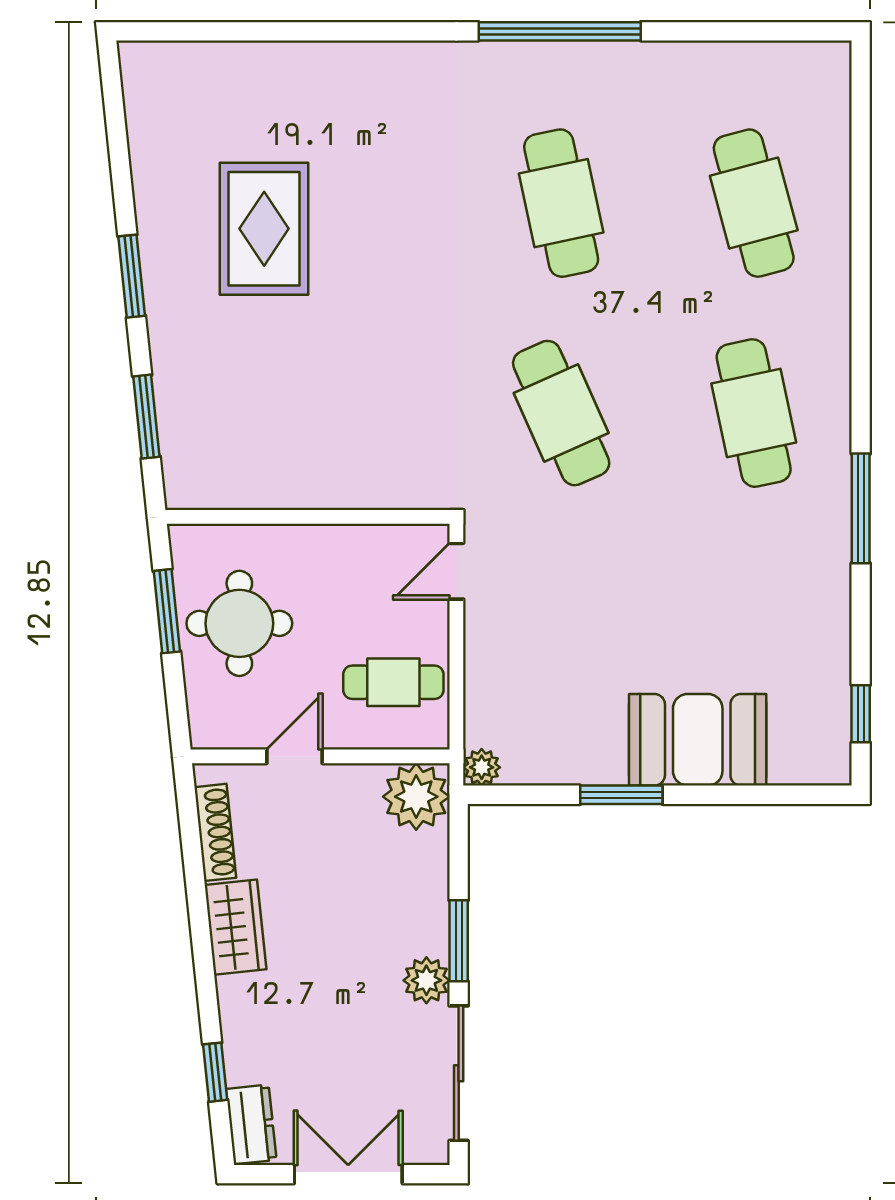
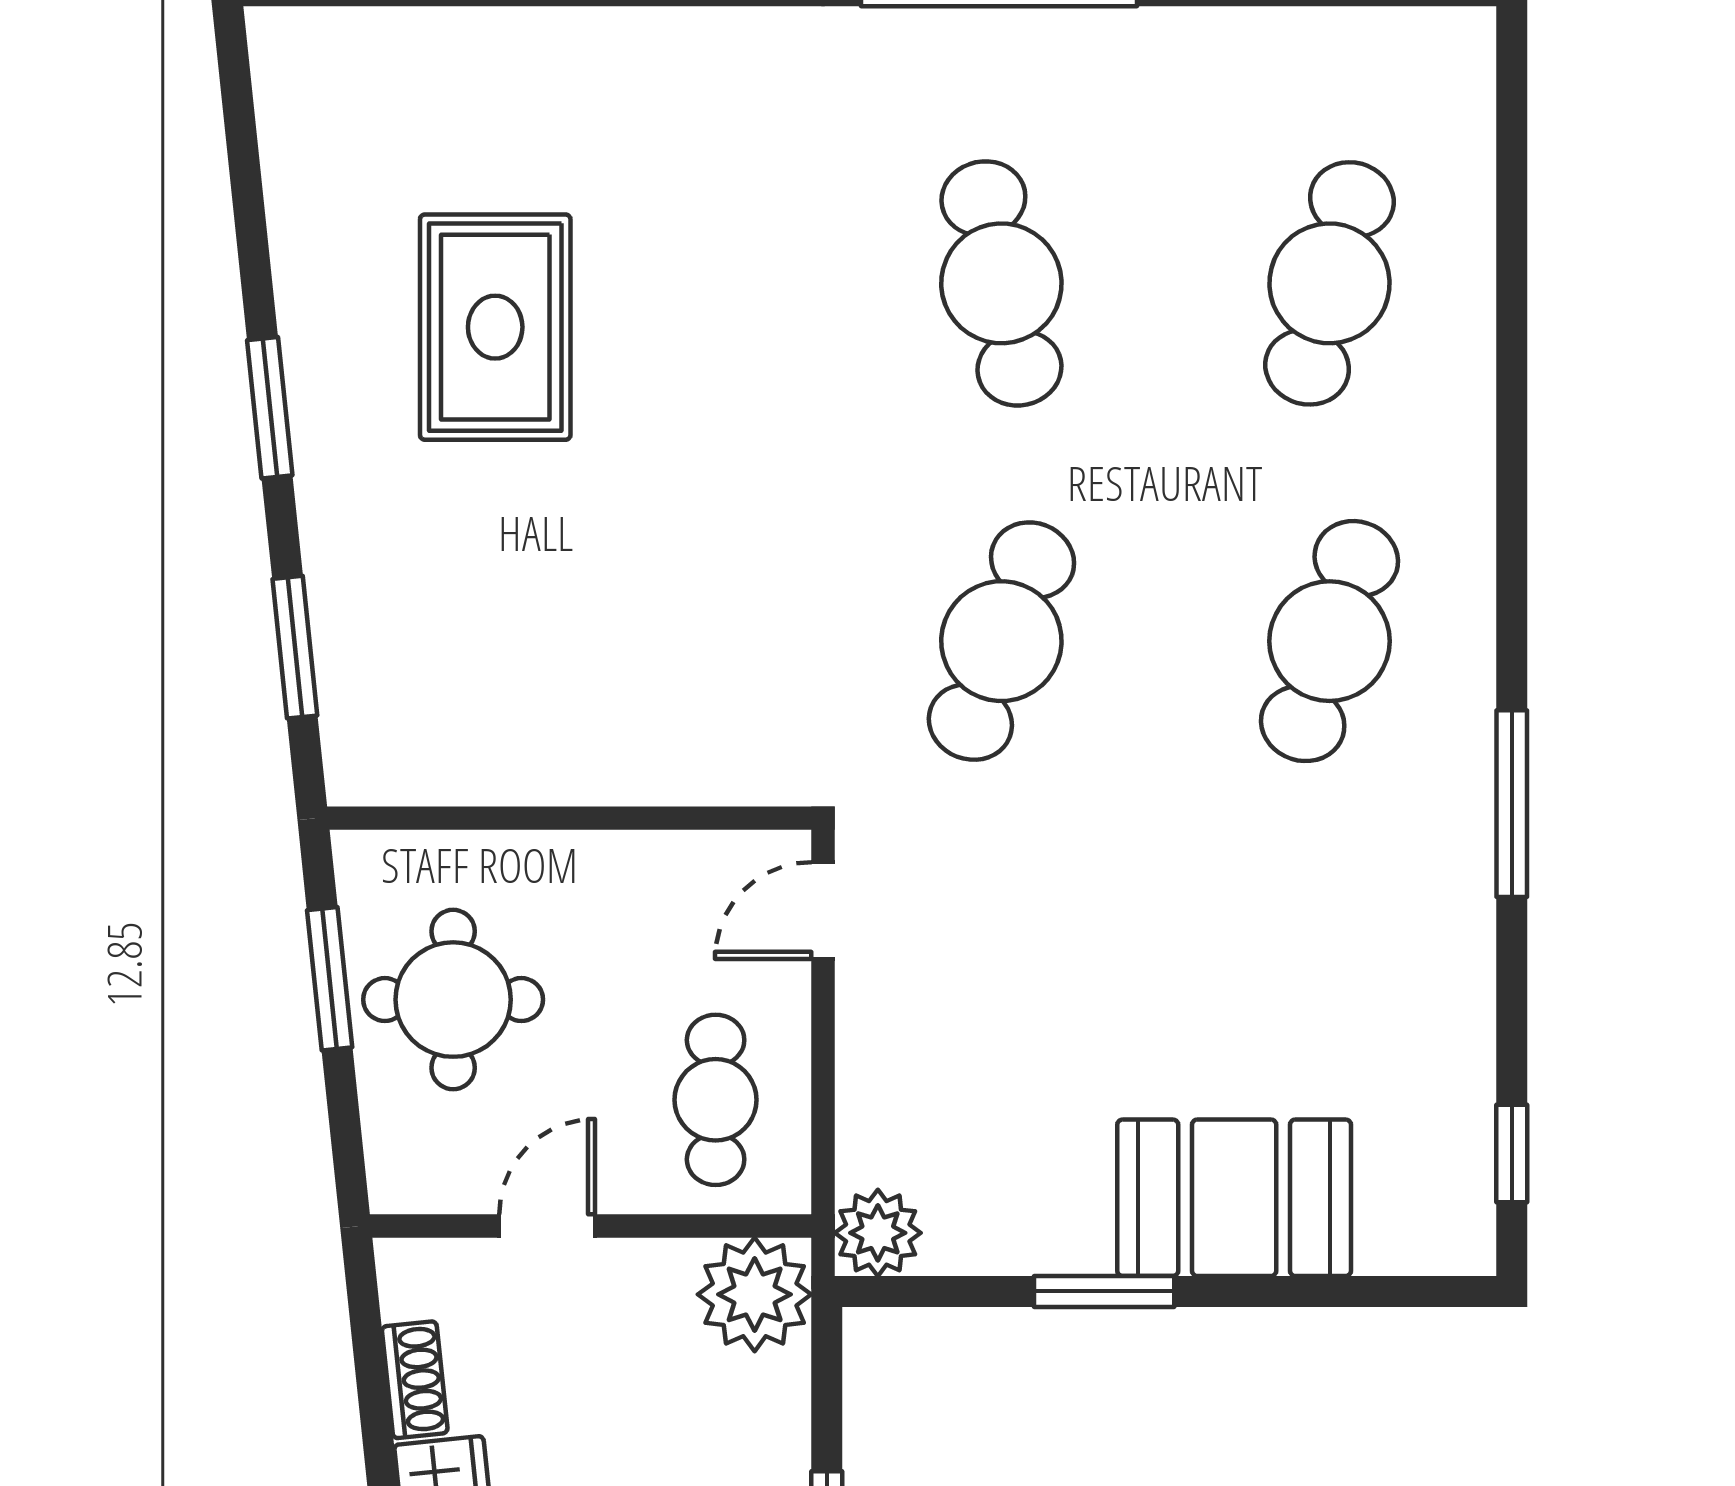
cafe table: (754, 203) -> (1329, 283), turned 30
cafe table: (561, 413) -> (1001, 641), turned 45
cafe table: (754, 413) -> (1329, 641), turned 30
cafe table: (393, 682) -> (716, 1100), turned 90
plant: (482, 767) -> (878, 1233), width x1.38, depth x1.38
shoe rack: (215, 832) -> (415, 1380), width x0.70

